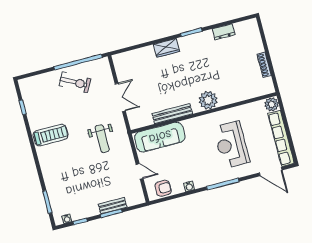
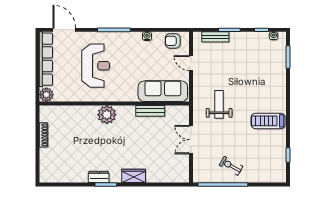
dresser: (224, 32) -> (99, 177), moved
exercise bike: (75, 82) -> (231, 166), width x0.73, depth x0.72
bench: (172, 114) -> (150, 111), width x0.73
bench: (113, 206) -> (215, 37), moved

